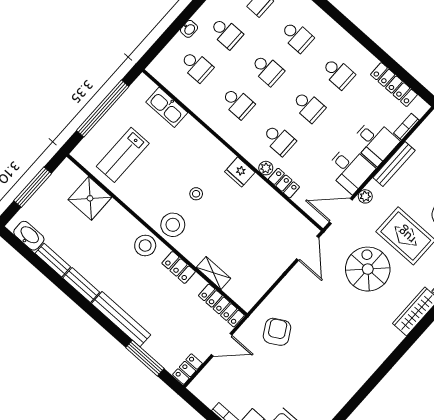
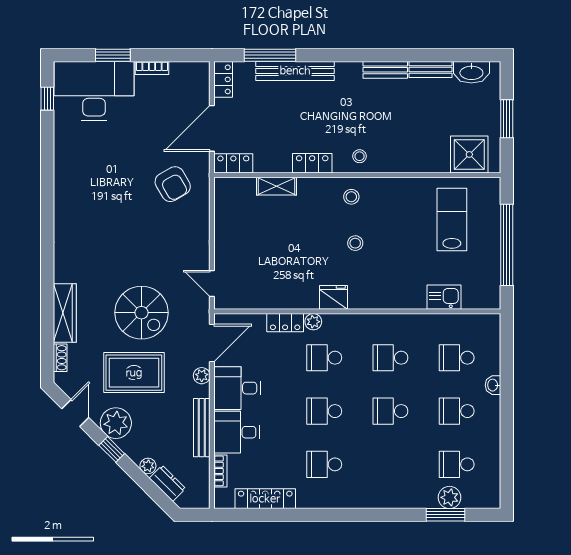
school desk: (297, 36) -> (390, 464), removed
kitchen sink: (167, 107) -> (444, 297), width x0.73
window: (33, 187) -> (507, 119), width x0.69
shower: (90, 198) -> (469, 154), moved
stool: (173, 225) -> (351, 197), width x0.53, depth x0.53
stool: (145, 246) -> (360, 156), width x0.53, depth x0.53
door: (308, 248) -> (212, 283), width x0.73
locker: (221, 305) -> (233, 163), width x0.66
bench: (121, 319) -> (295, 71), moved
door: (222, 345) -> (212, 128), width x1.36

